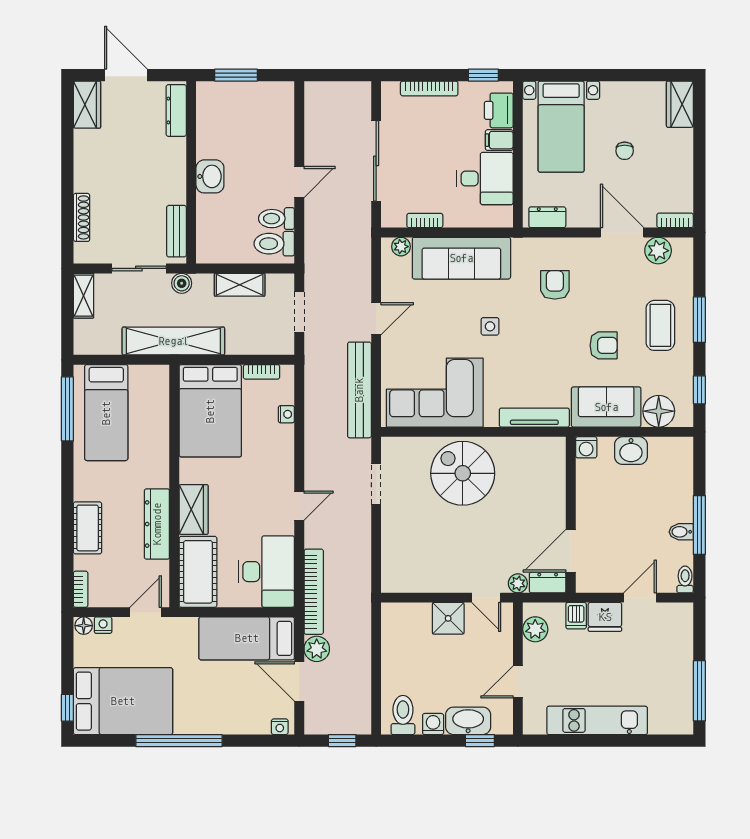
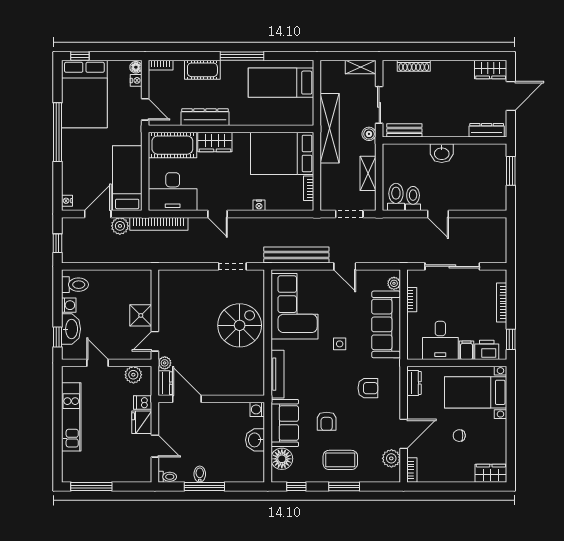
window: (67, 409) -> (242, 56), moved
nightstand: (286, 414) -> (259, 205), moved

